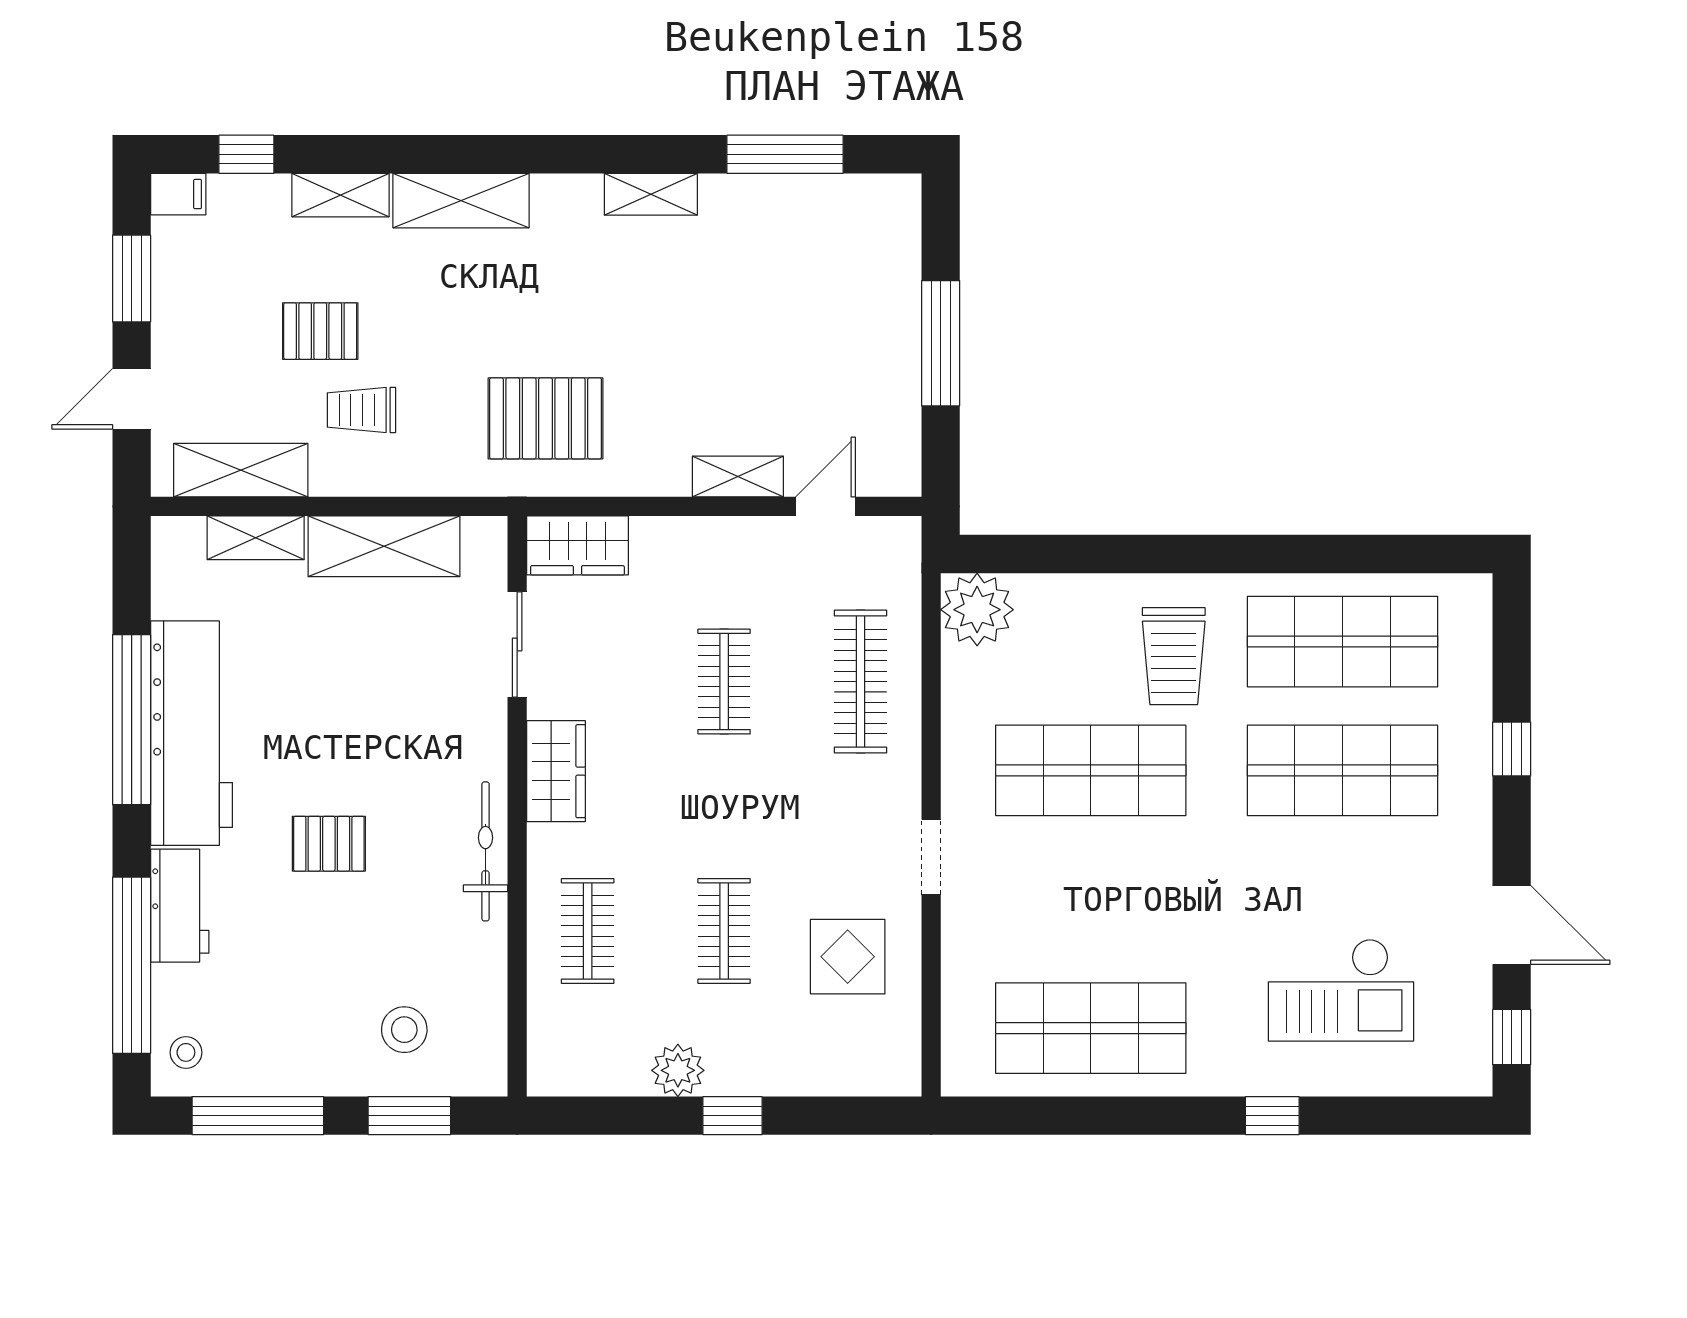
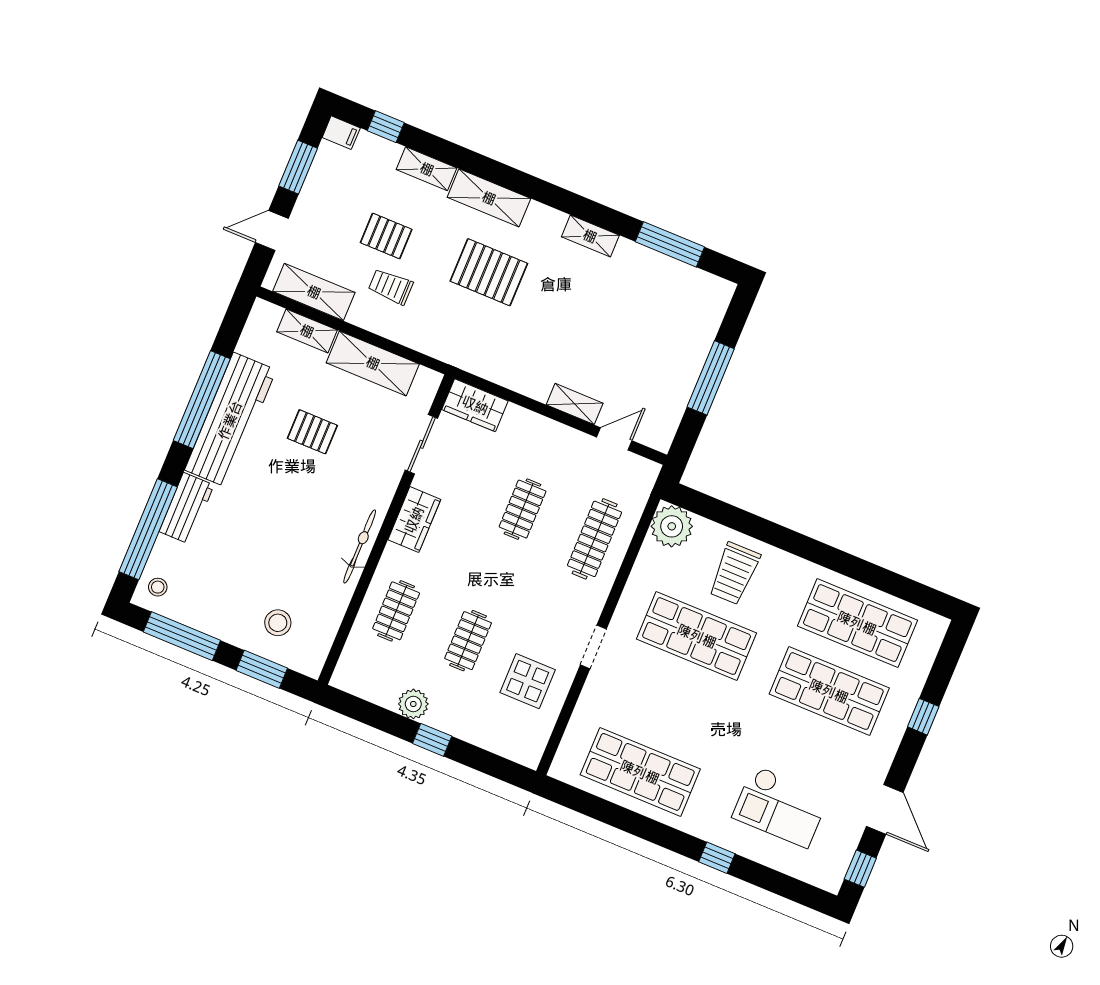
pallet: (546, 418) -> (489, 272), moved
trolley: (1174, 656) -> (734, 573), moved
pallet: (329, 844) -> (312, 432), moved

